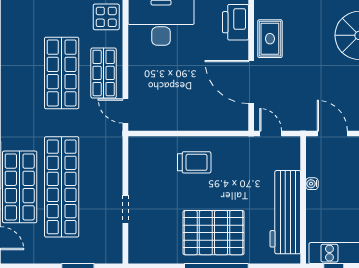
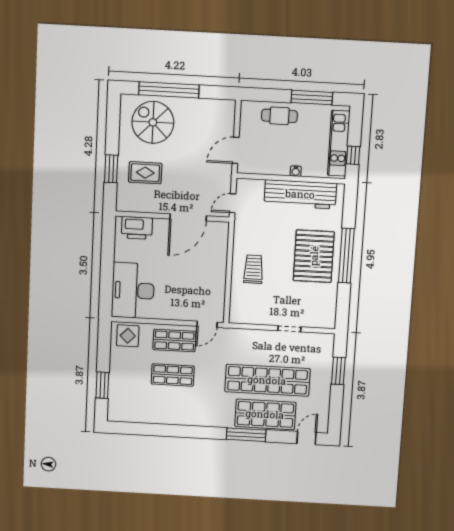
rug: (270, 39) -> (145, 173), moved
shop shelf: (62, 73) -> (173, 375), width x0.70, depth x0.74
water cooler: (312, 184) -> (296, 171), moved

